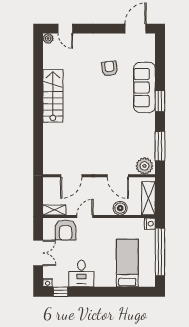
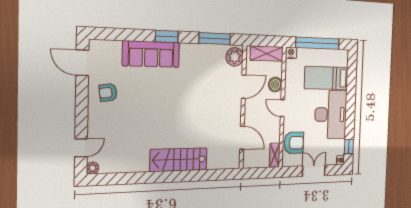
armchair: (110, 68) -> (108, 93), moved
stairs: (53, 96) -> (179, 160), moved
door: (85, 216) -> (282, 108), moved
desk: (81, 274) -> (331, 114), width x1.87, depth x1.30

